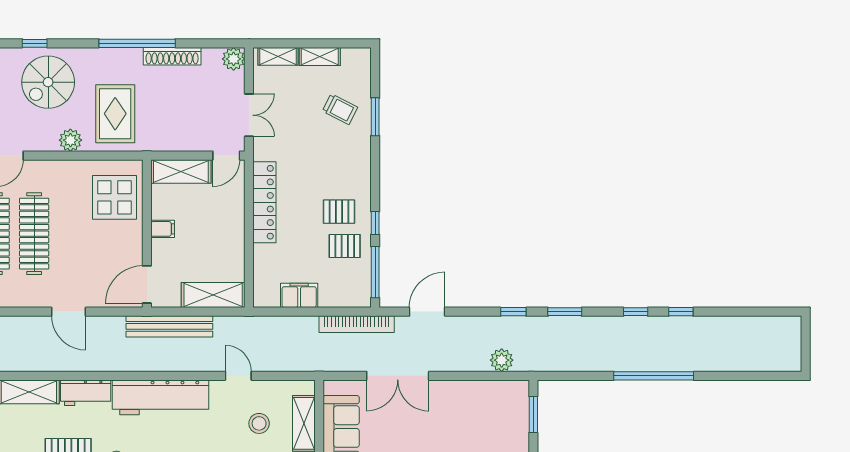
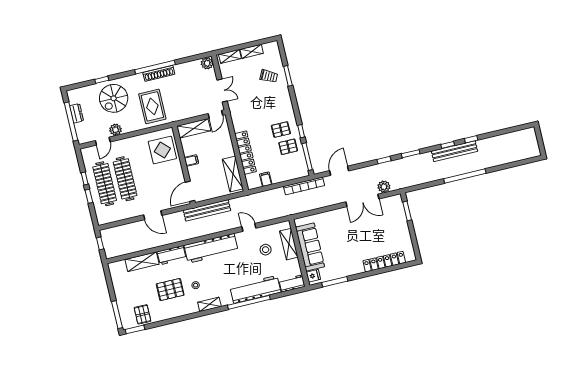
shoe rack: (172, 56) -> (159, 73), moved
plant: (70, 140) -> (116, 130), moved
locker: (264, 202) -> (245, 153), moved
shelving: (213, 295) -> (233, 174), moved, turned 90
filing cabinet: (299, 295) -> (266, 179), width x0.50
bench: (645, 326) -> (454, 151), added
double door: (398, 376) -> (362, 200), moved

